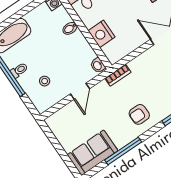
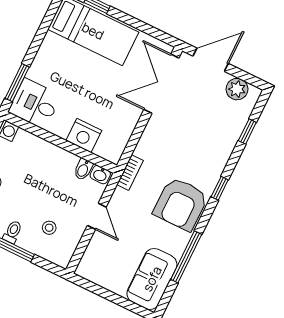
bidet: (70, 28) -> (83, 169), moved
armchair: (139, 114) -> (181, 204), width x1.88, depth x1.88

